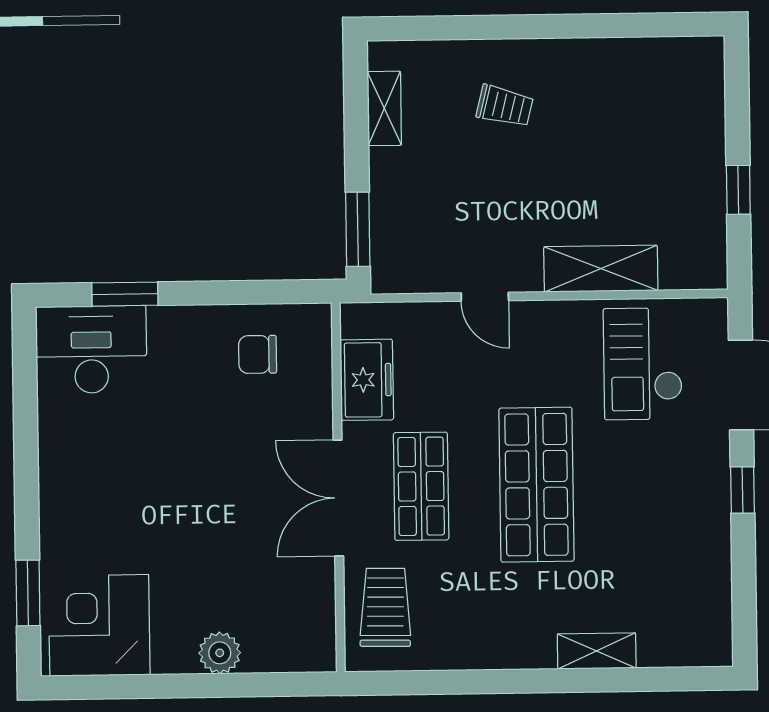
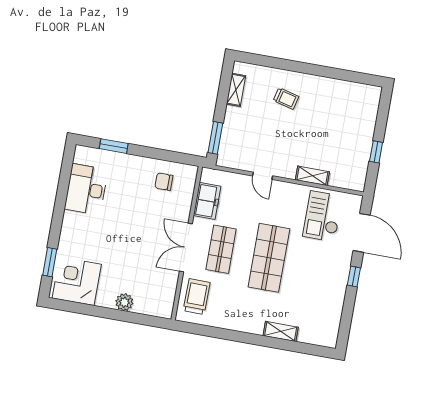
shelving: (601, 269) -> (312, 176), width x0.67, depth x0.75
desk: (91, 349) -> (86, 189), moved, turned -90

